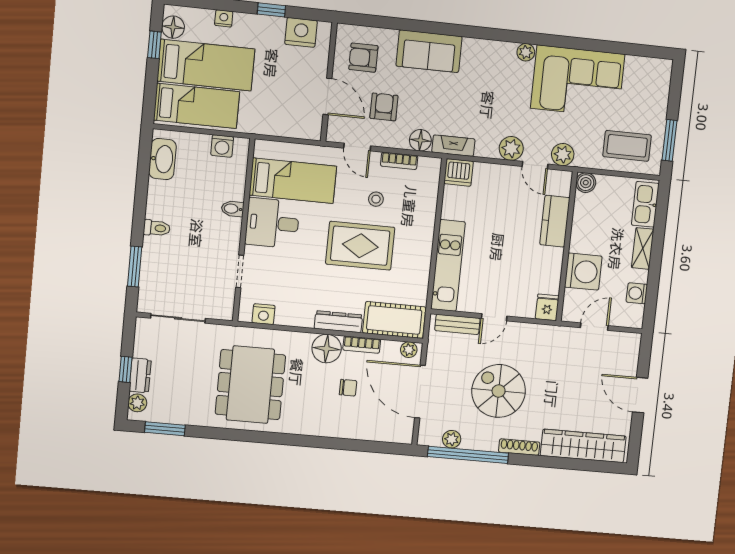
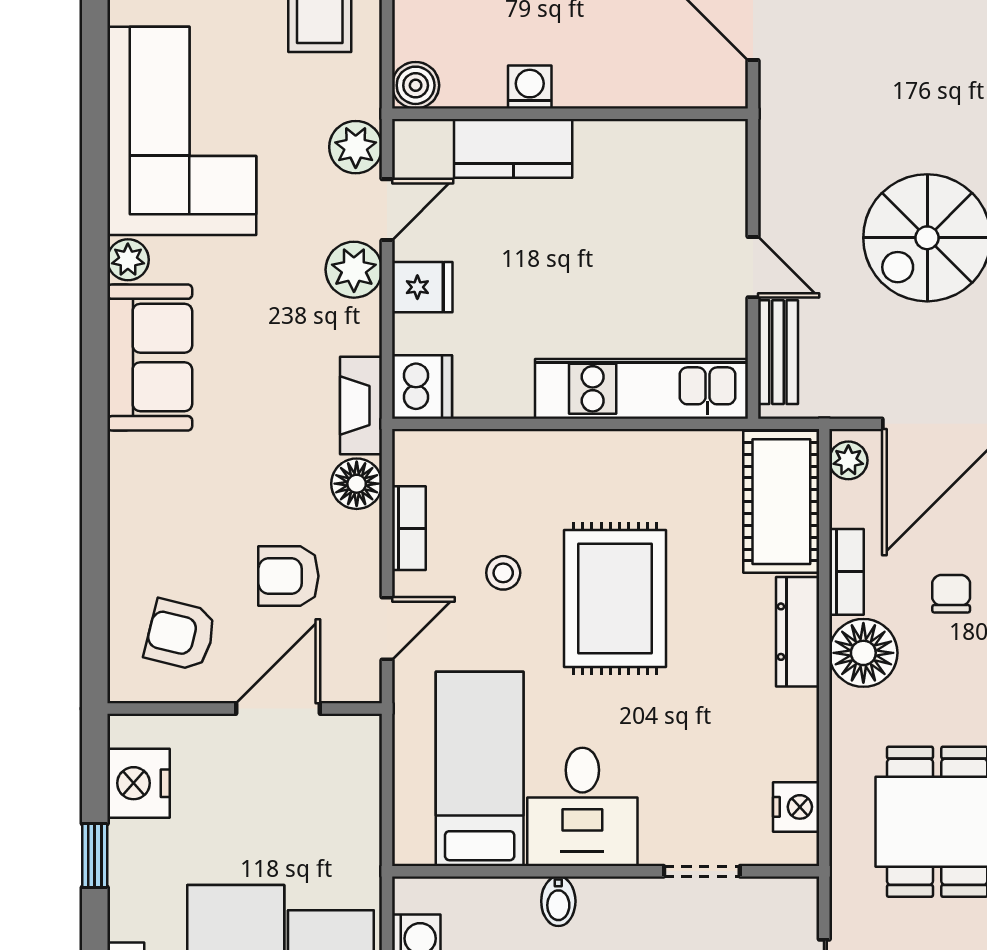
sofa: (429, 51) -> (150, 357), moved
armchair: (363, 58) -> (180, 635), turned 104
washing machine: (583, 272) -> (530, 87), moved, width x0.53, depth x0.53
fridge: (547, 307) -> (422, 287), moved, turned 180

